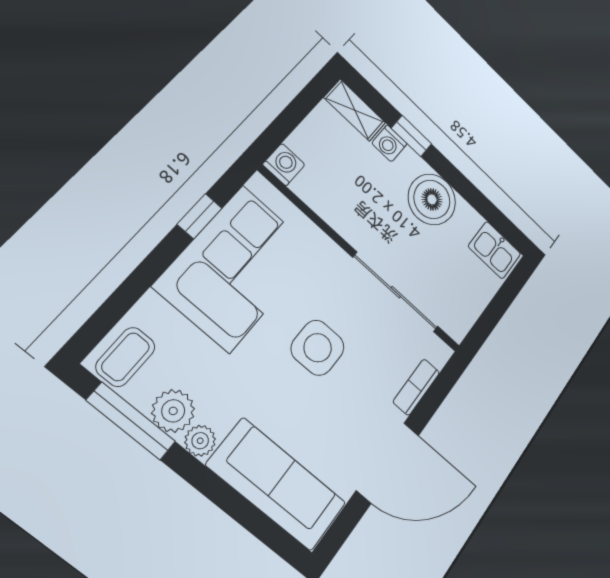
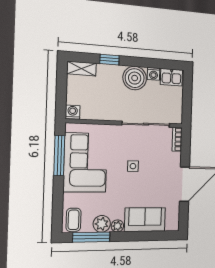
washing machine: (389, 143) -> (154, 74), moved
window: (200, 216) -> (59, 156), width x2.17
side table: (318, 348) -> (133, 166), width x0.54, depth x0.54
bookcase: (416, 387) -> (177, 139), moved
sofa: (277, 484) -> (145, 220), width x0.73

